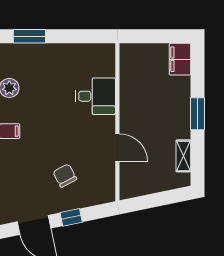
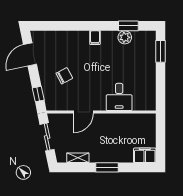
sliding door: (153, 200) -> (47, 137), added
window: (71, 217) -> (38, 94), moved

